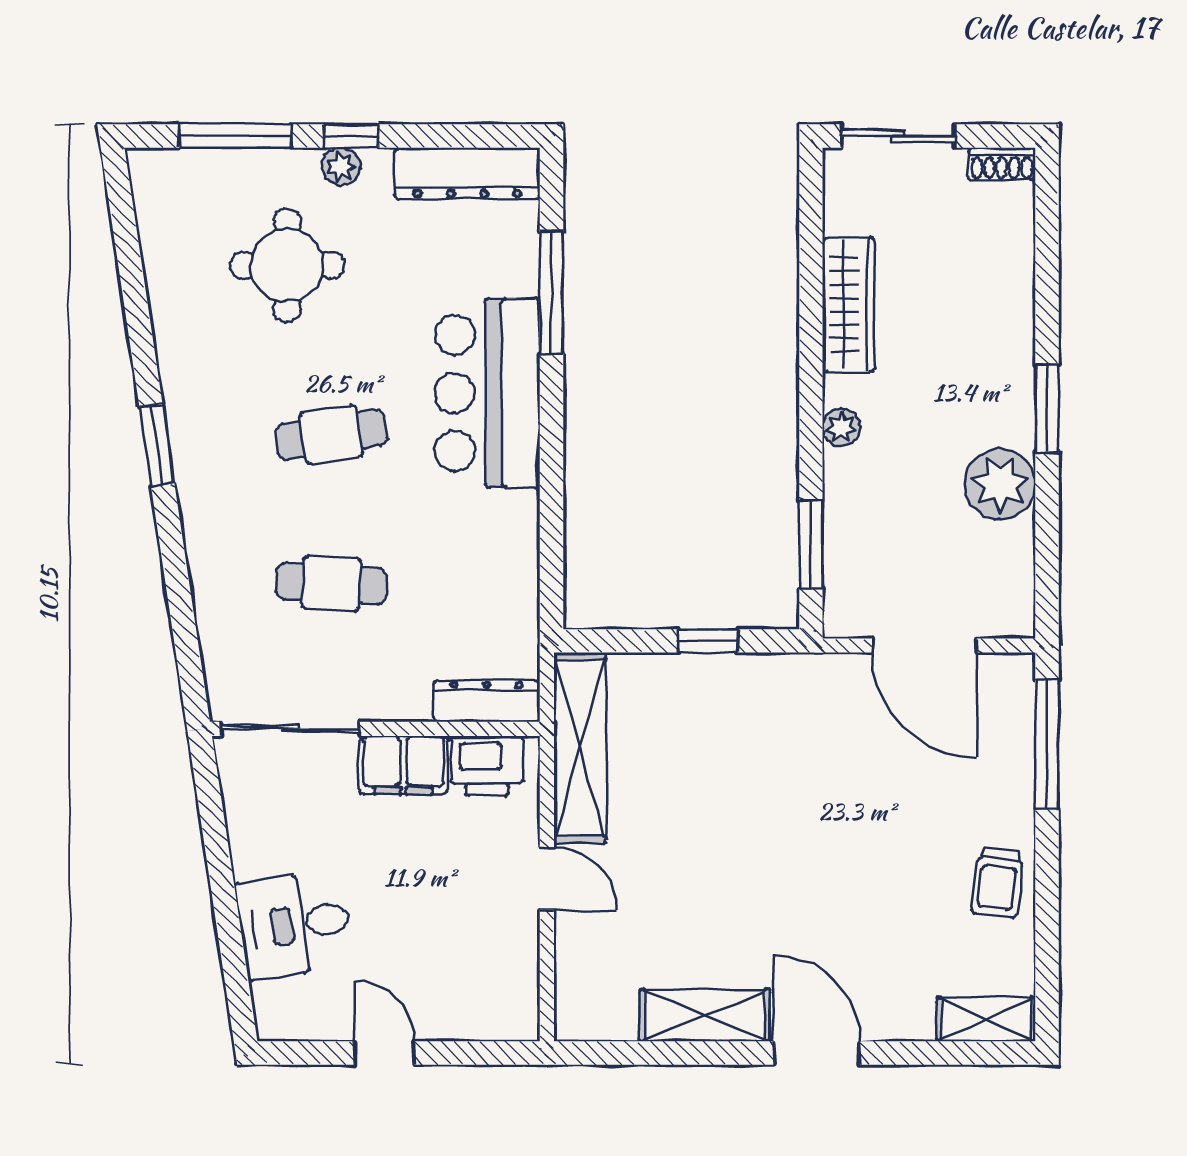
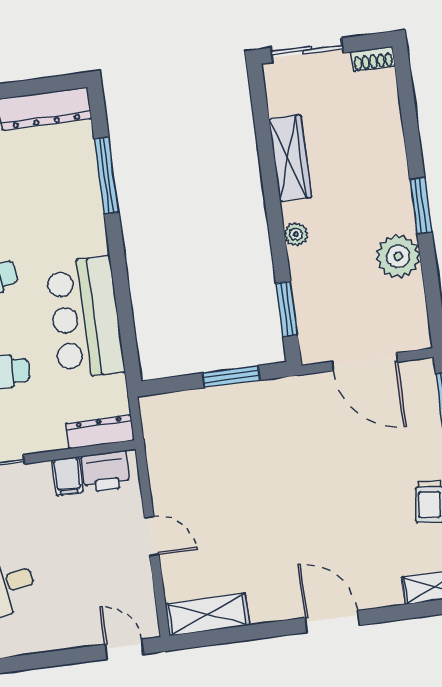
bar counter: (487, 393) -> (85, 318), moved
window: (708, 641) -> (231, 377), width x1.50
shelving: (580, 748) -> (161, 453), removed
filing cabinet: (403, 765) -> (68, 476), width x0.50
shelving: (705, 1015) -> (207, 614), moved
door: (384, 1053) -> (124, 649), moved

